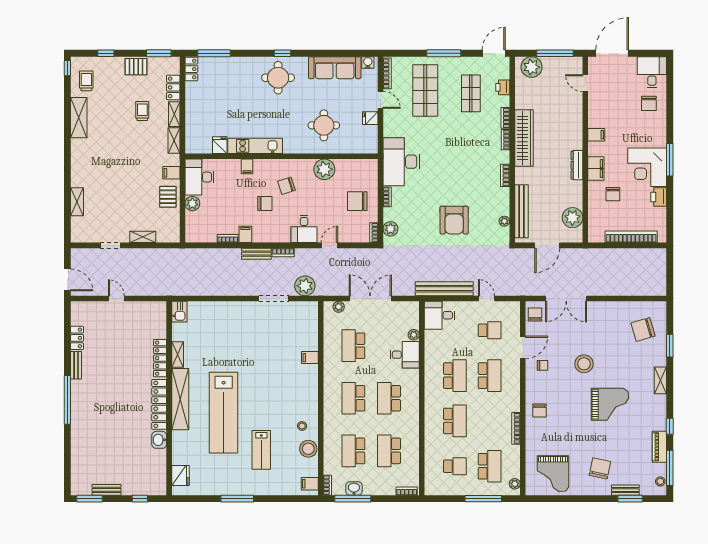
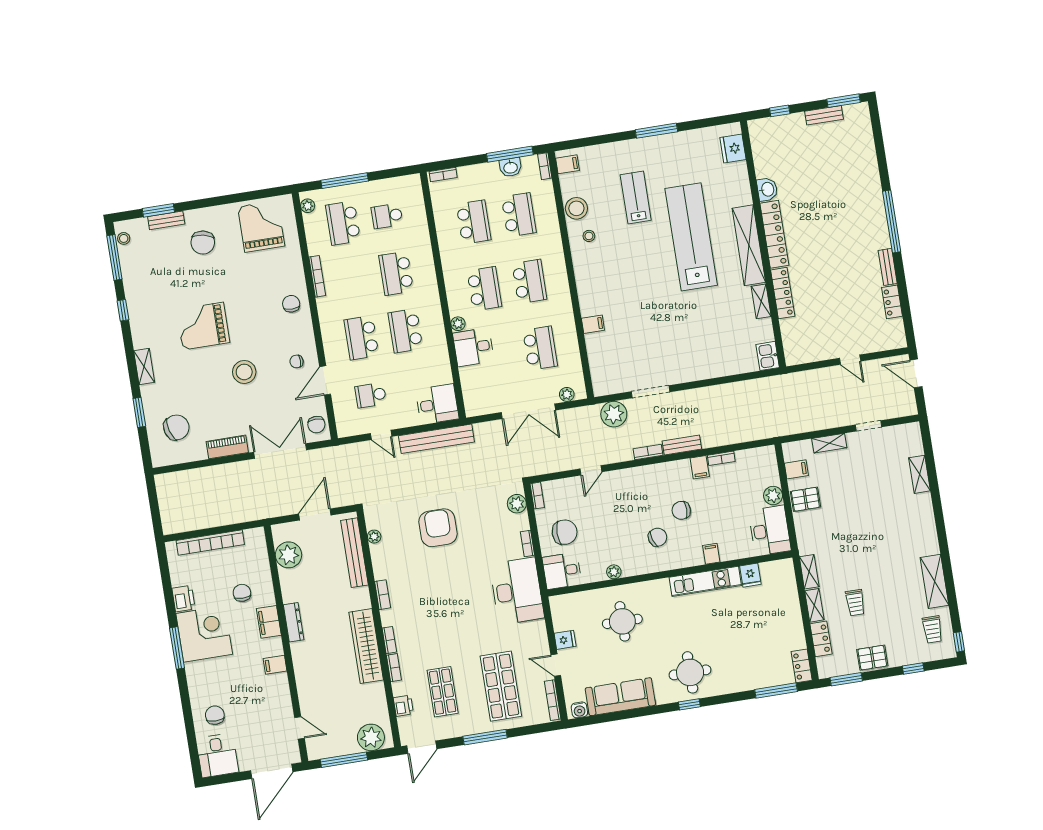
plant: (324, 169) -> (614, 572), width x0.53, depth x0.53
filing cabinet: (171, 173) -> (796, 469), moved
pallet: (168, 197) -> (805, 499), turned 90
desk: (304, 229) -> (562, 571), moved, turned -90
plant: (414, 335) -> (458, 324), moved
piano: (659, 447) -> (227, 447), moved, turned -90

